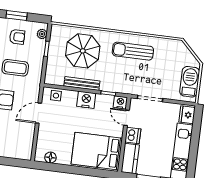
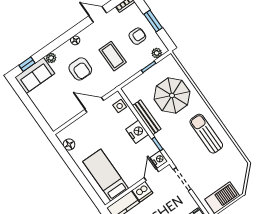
armchair: (17, 37) -> (137, 36), turned -90
bed: (97, 151) -> (106, 175), width x0.67

